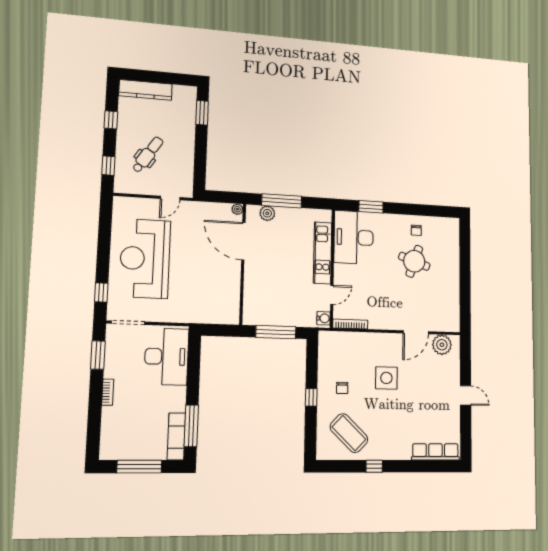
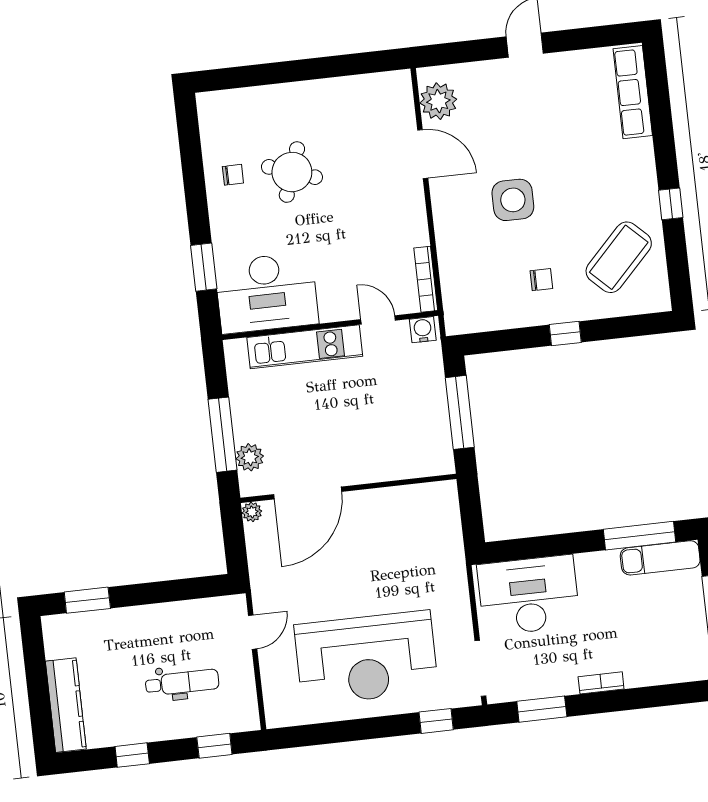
dental chair: (148, 155) -> (182, 683), turned 147
door: (170, 198) -> (253, 632), hinge flipped

